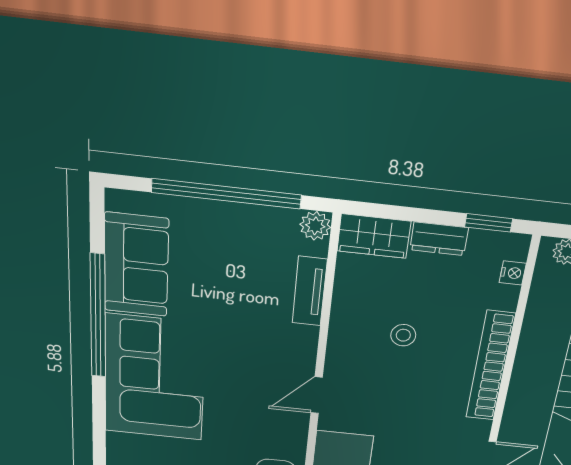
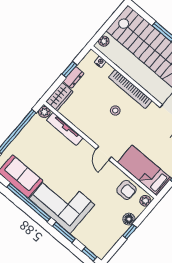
window: (489, 223) -> (69, 69), moved
tv unit: (310, 291) -> (65, 129), width x1.41
stool: (403, 335) -> (115, 110), moved
window: (99, 418) -> (64, 232), added

